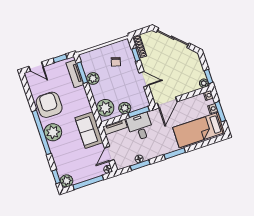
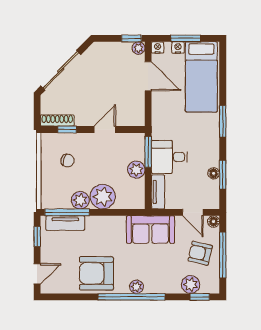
window: (82, 73) -> (67, 212), width x1.44
door: (167, 102) -> (148, 76), moved
plant: (105, 108) -> (103, 197), moved
plant: (53, 132) -> (136, 287), width x0.53, depth x0.53
armchair: (85, 167) -> (200, 253), added
plant: (66, 181) -> (191, 285), moved

